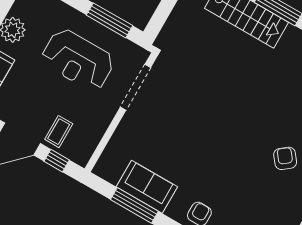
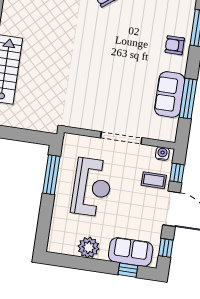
doorway: (135, 87) -> (121, 138), moved
water cooler: (85, 153) -> (162, 154), added

